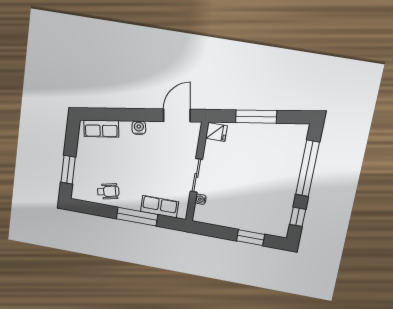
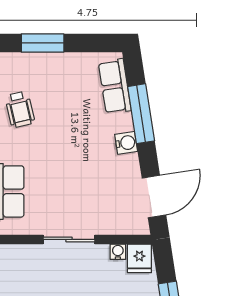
window: (121, 115) -> (141, 114), added
door: (177, 115) -> (154, 197), hinge flipped
water cooler: (201, 199) -> (118, 252), moved

